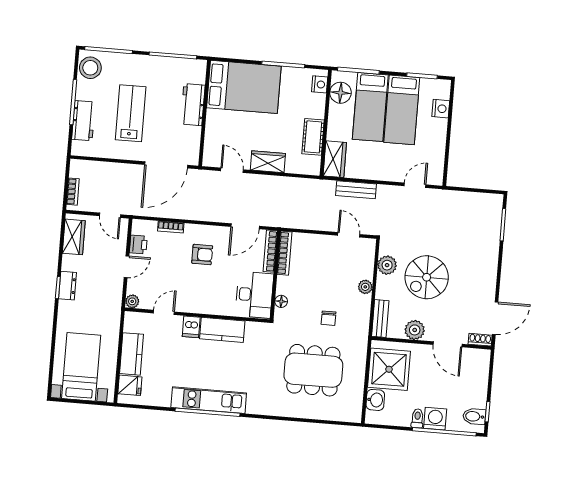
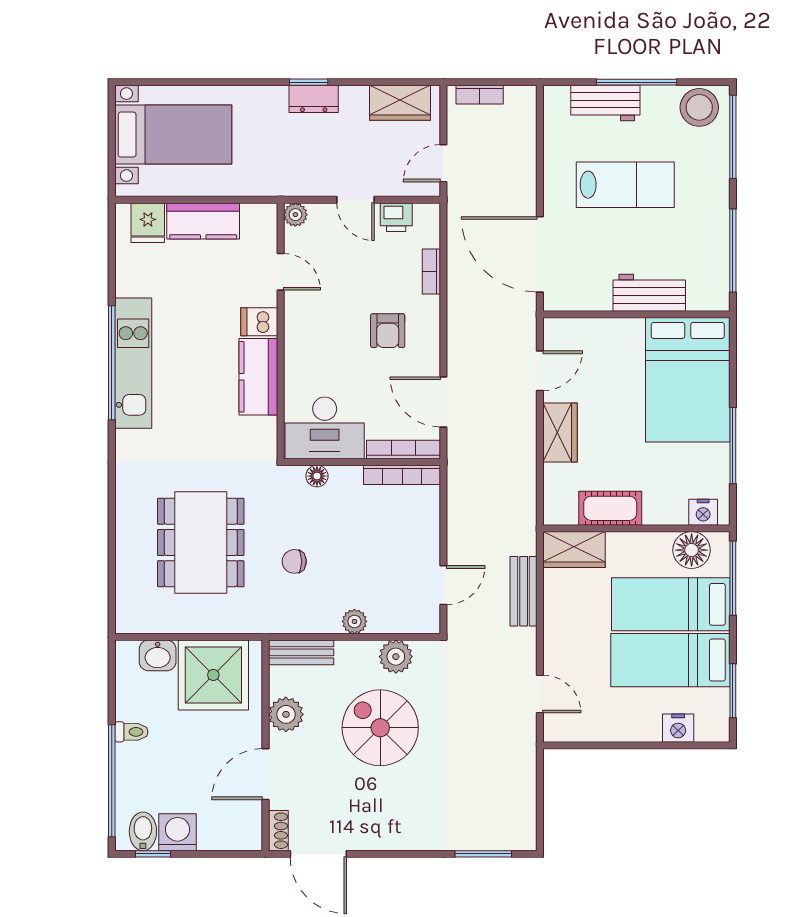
washing machine: (435, 419) -> (178, 832), moved, turned -90

